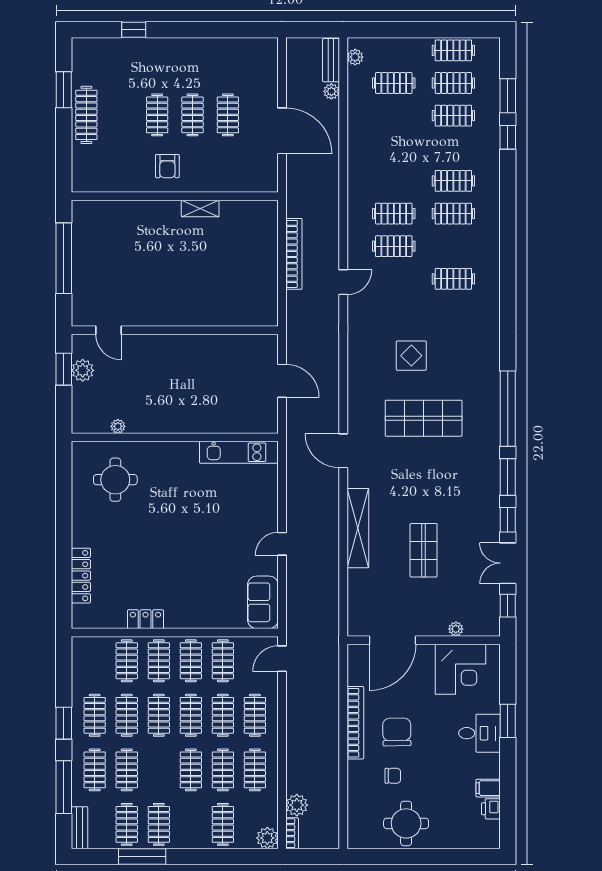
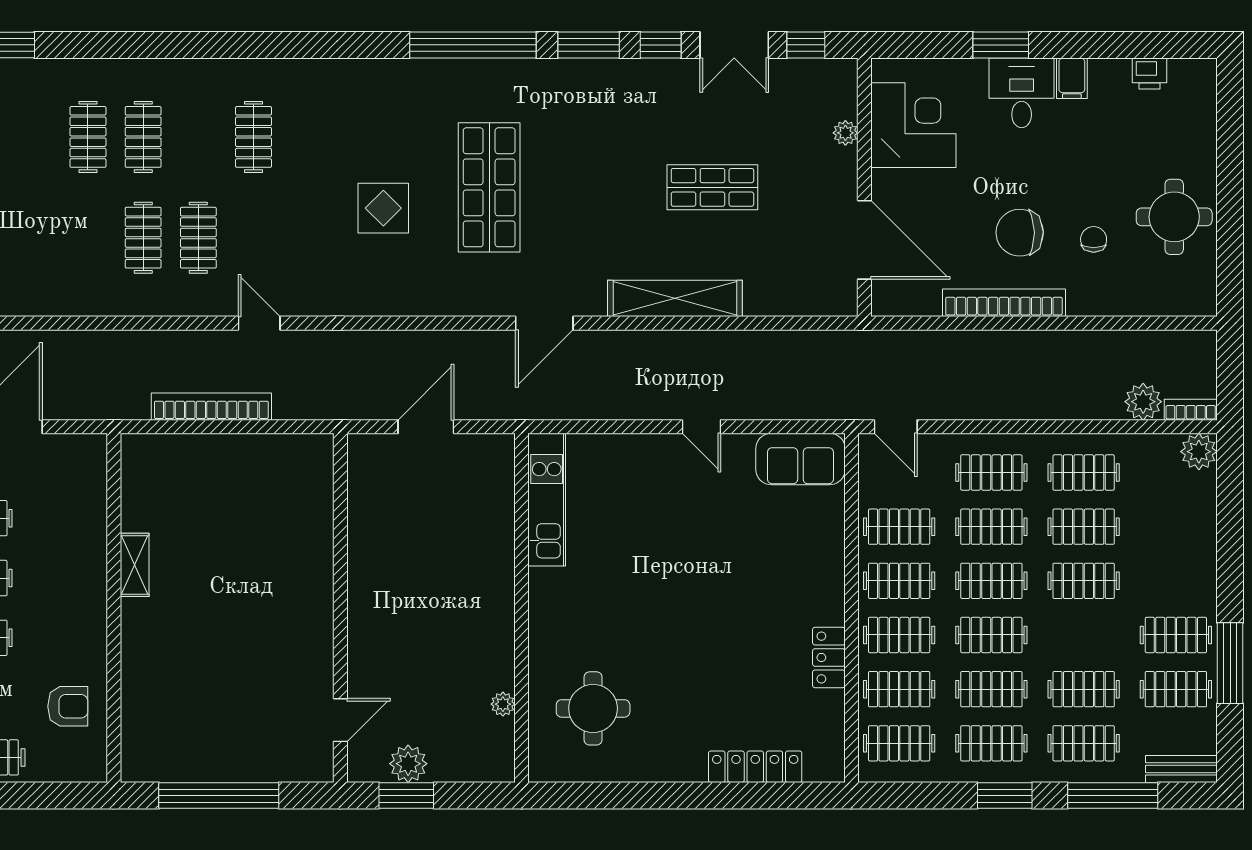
armchair: (167, 166) -> (68, 706), moved
filing cabinet: (488, 788) -> (1072, 78), moved
clothes rail: (223, 824) -> (899, 743), moved

